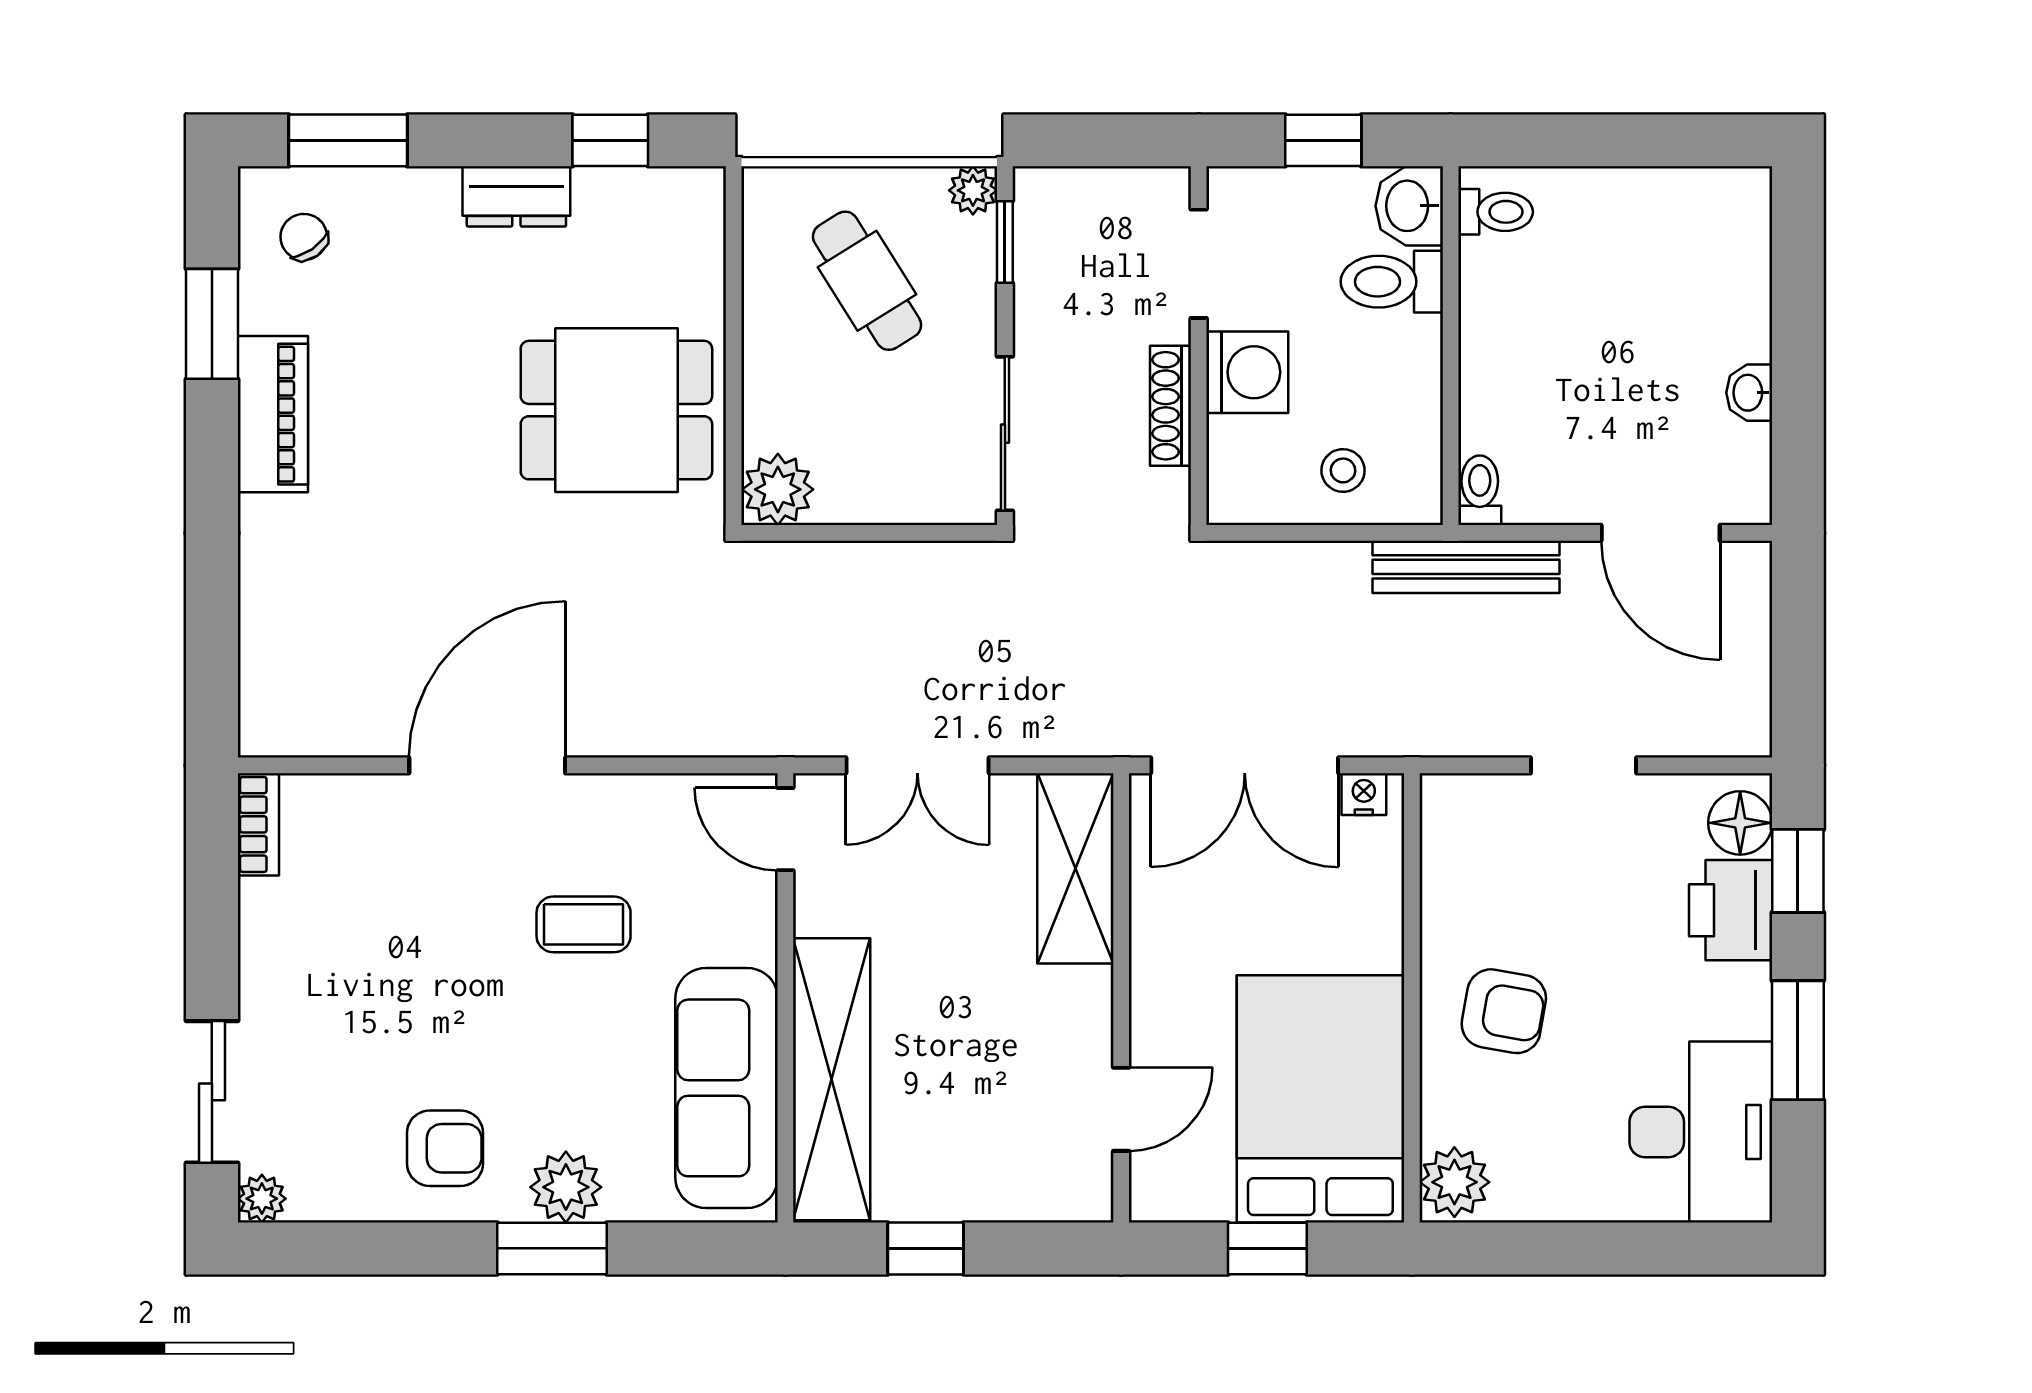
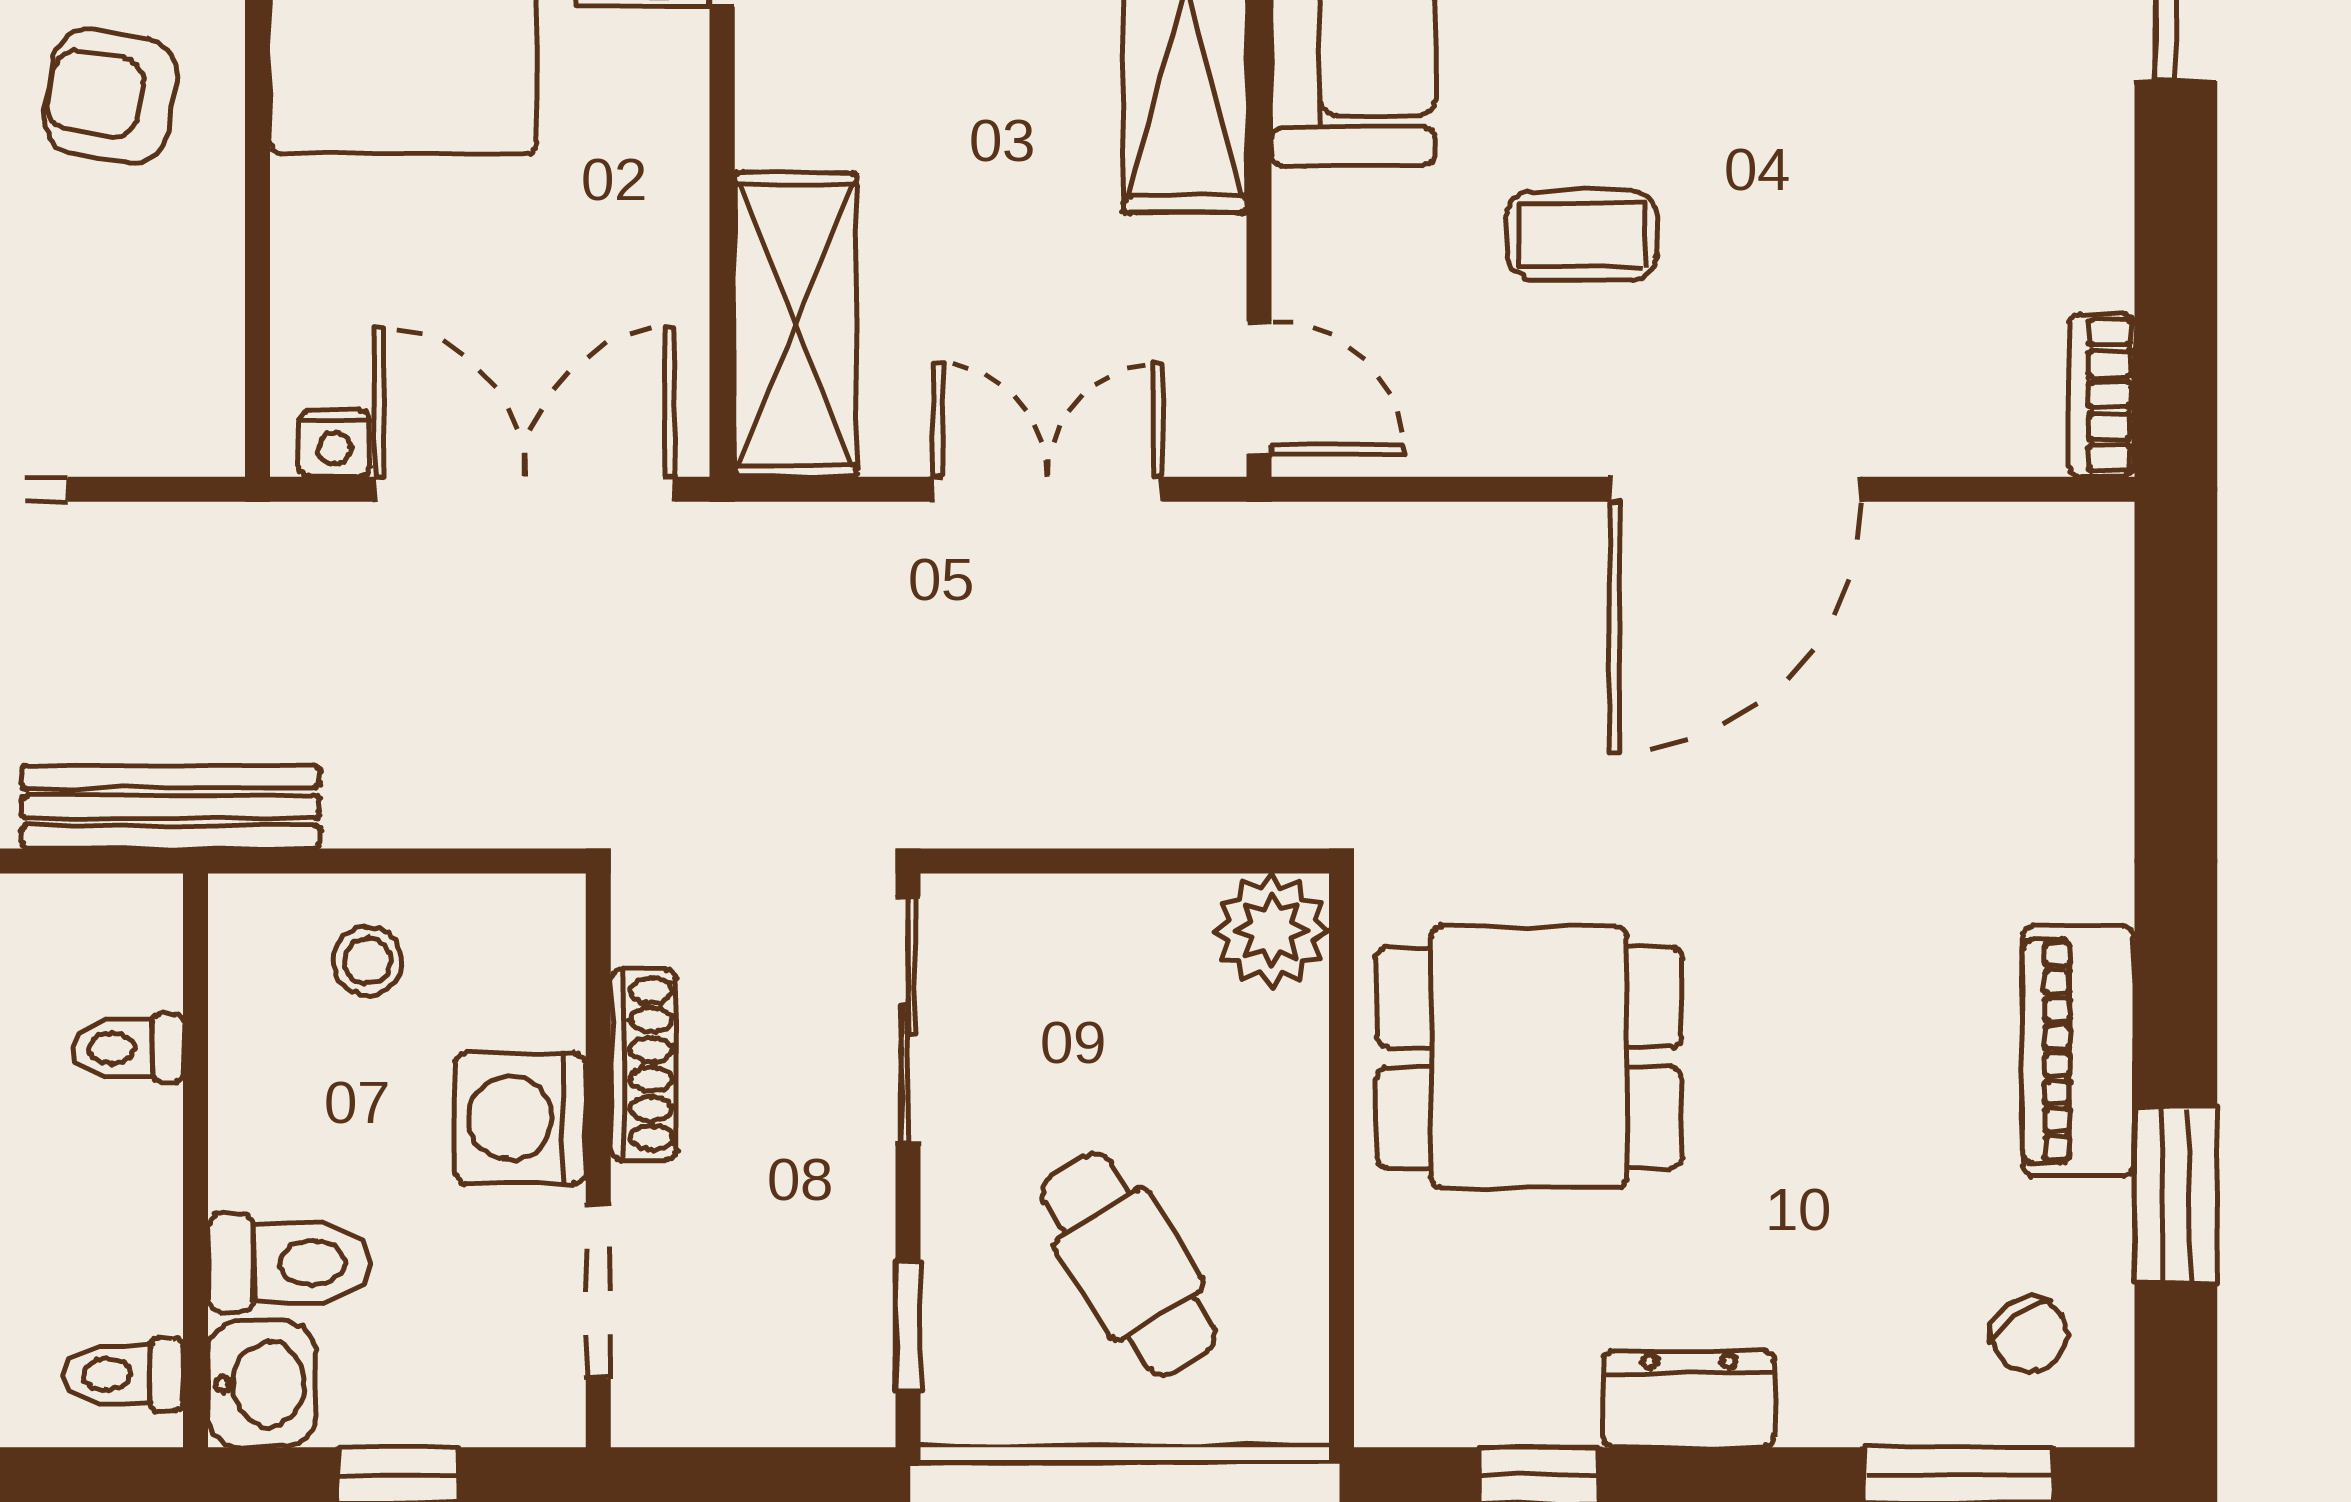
plant: (973, 190) -> (959, 1409), removed
toilet: (1480, 490) -> (127, 1048), moved, turned 90

